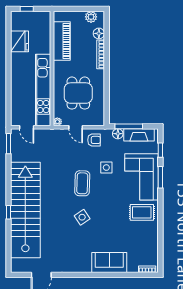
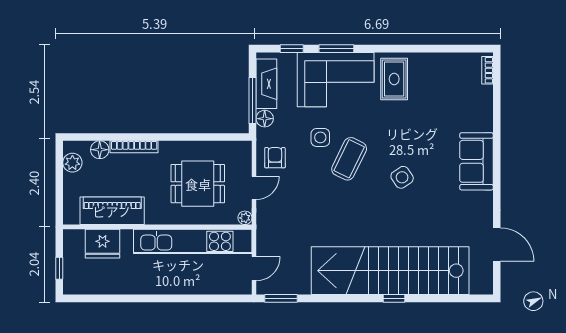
fridge: (20, 41) -> (103, 244), moved, turned 180
coffee table: (82, 183) -> (349, 159), moved, turned -66
sofa: (109, 262) -> (476, 161), moved

